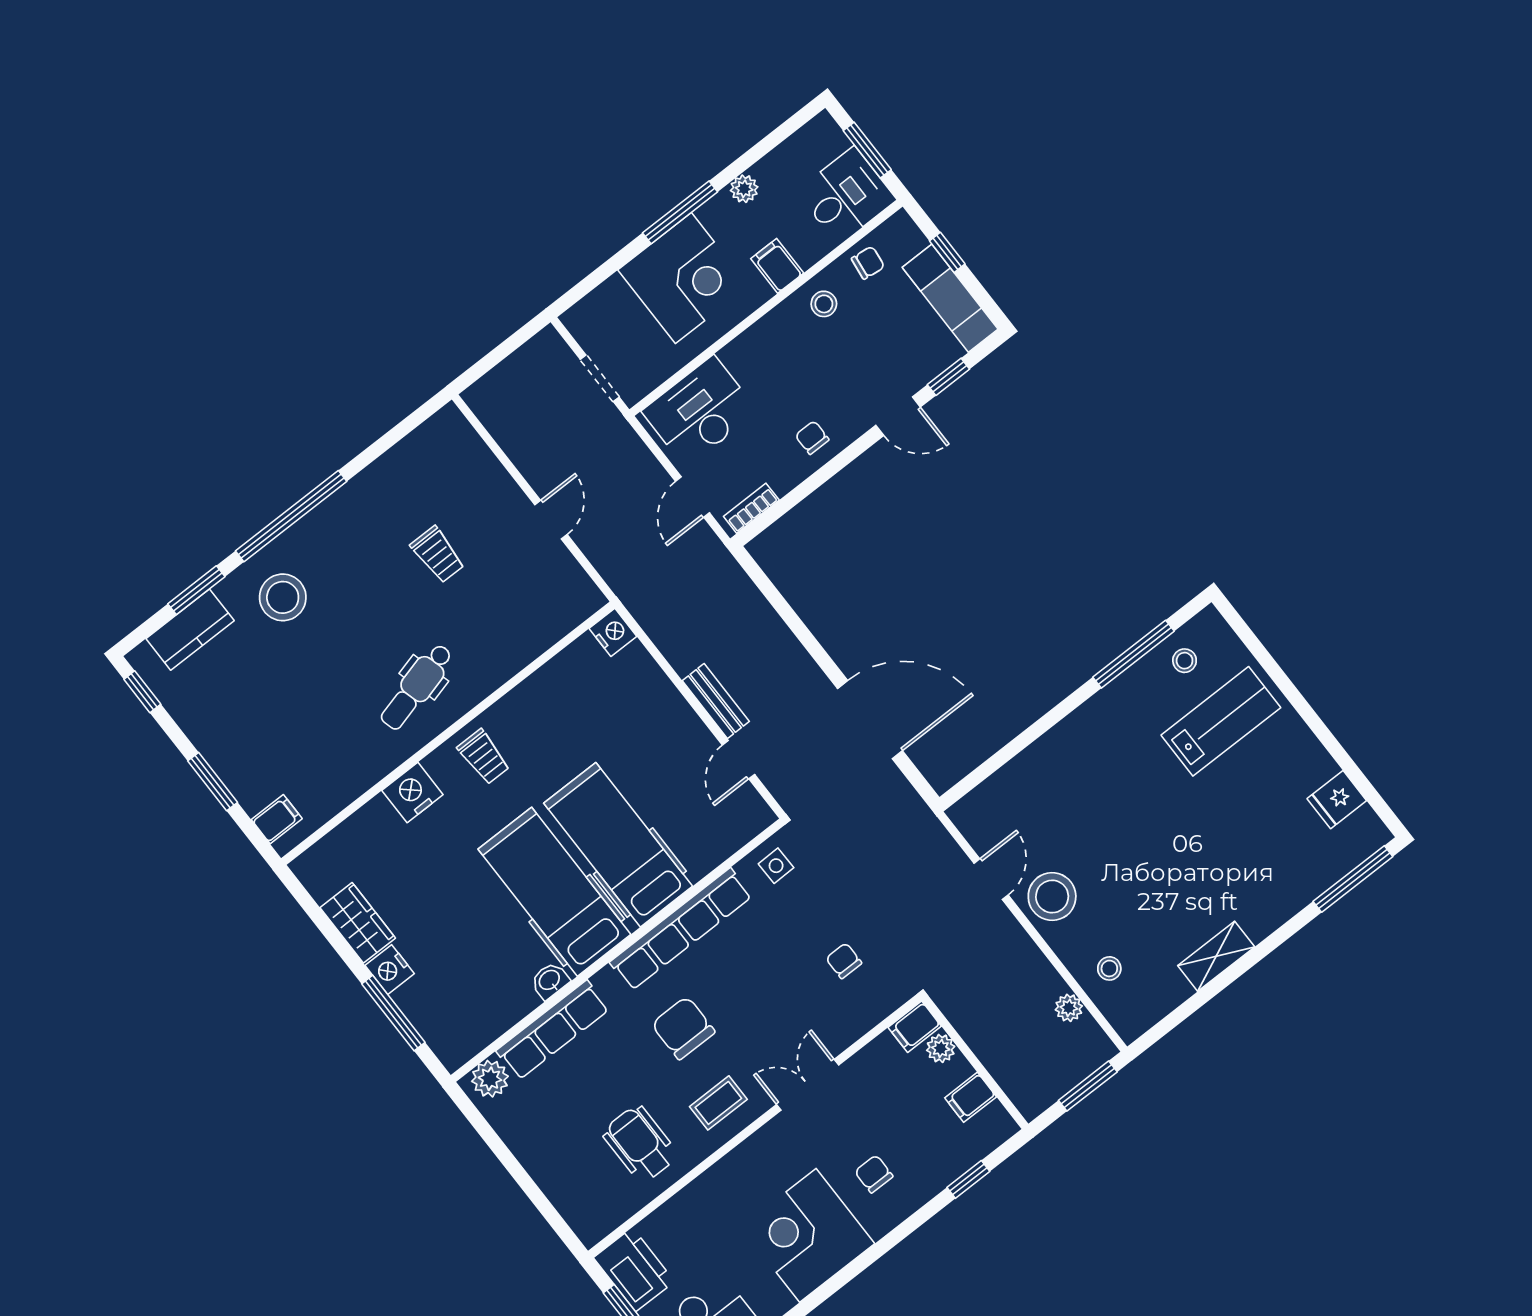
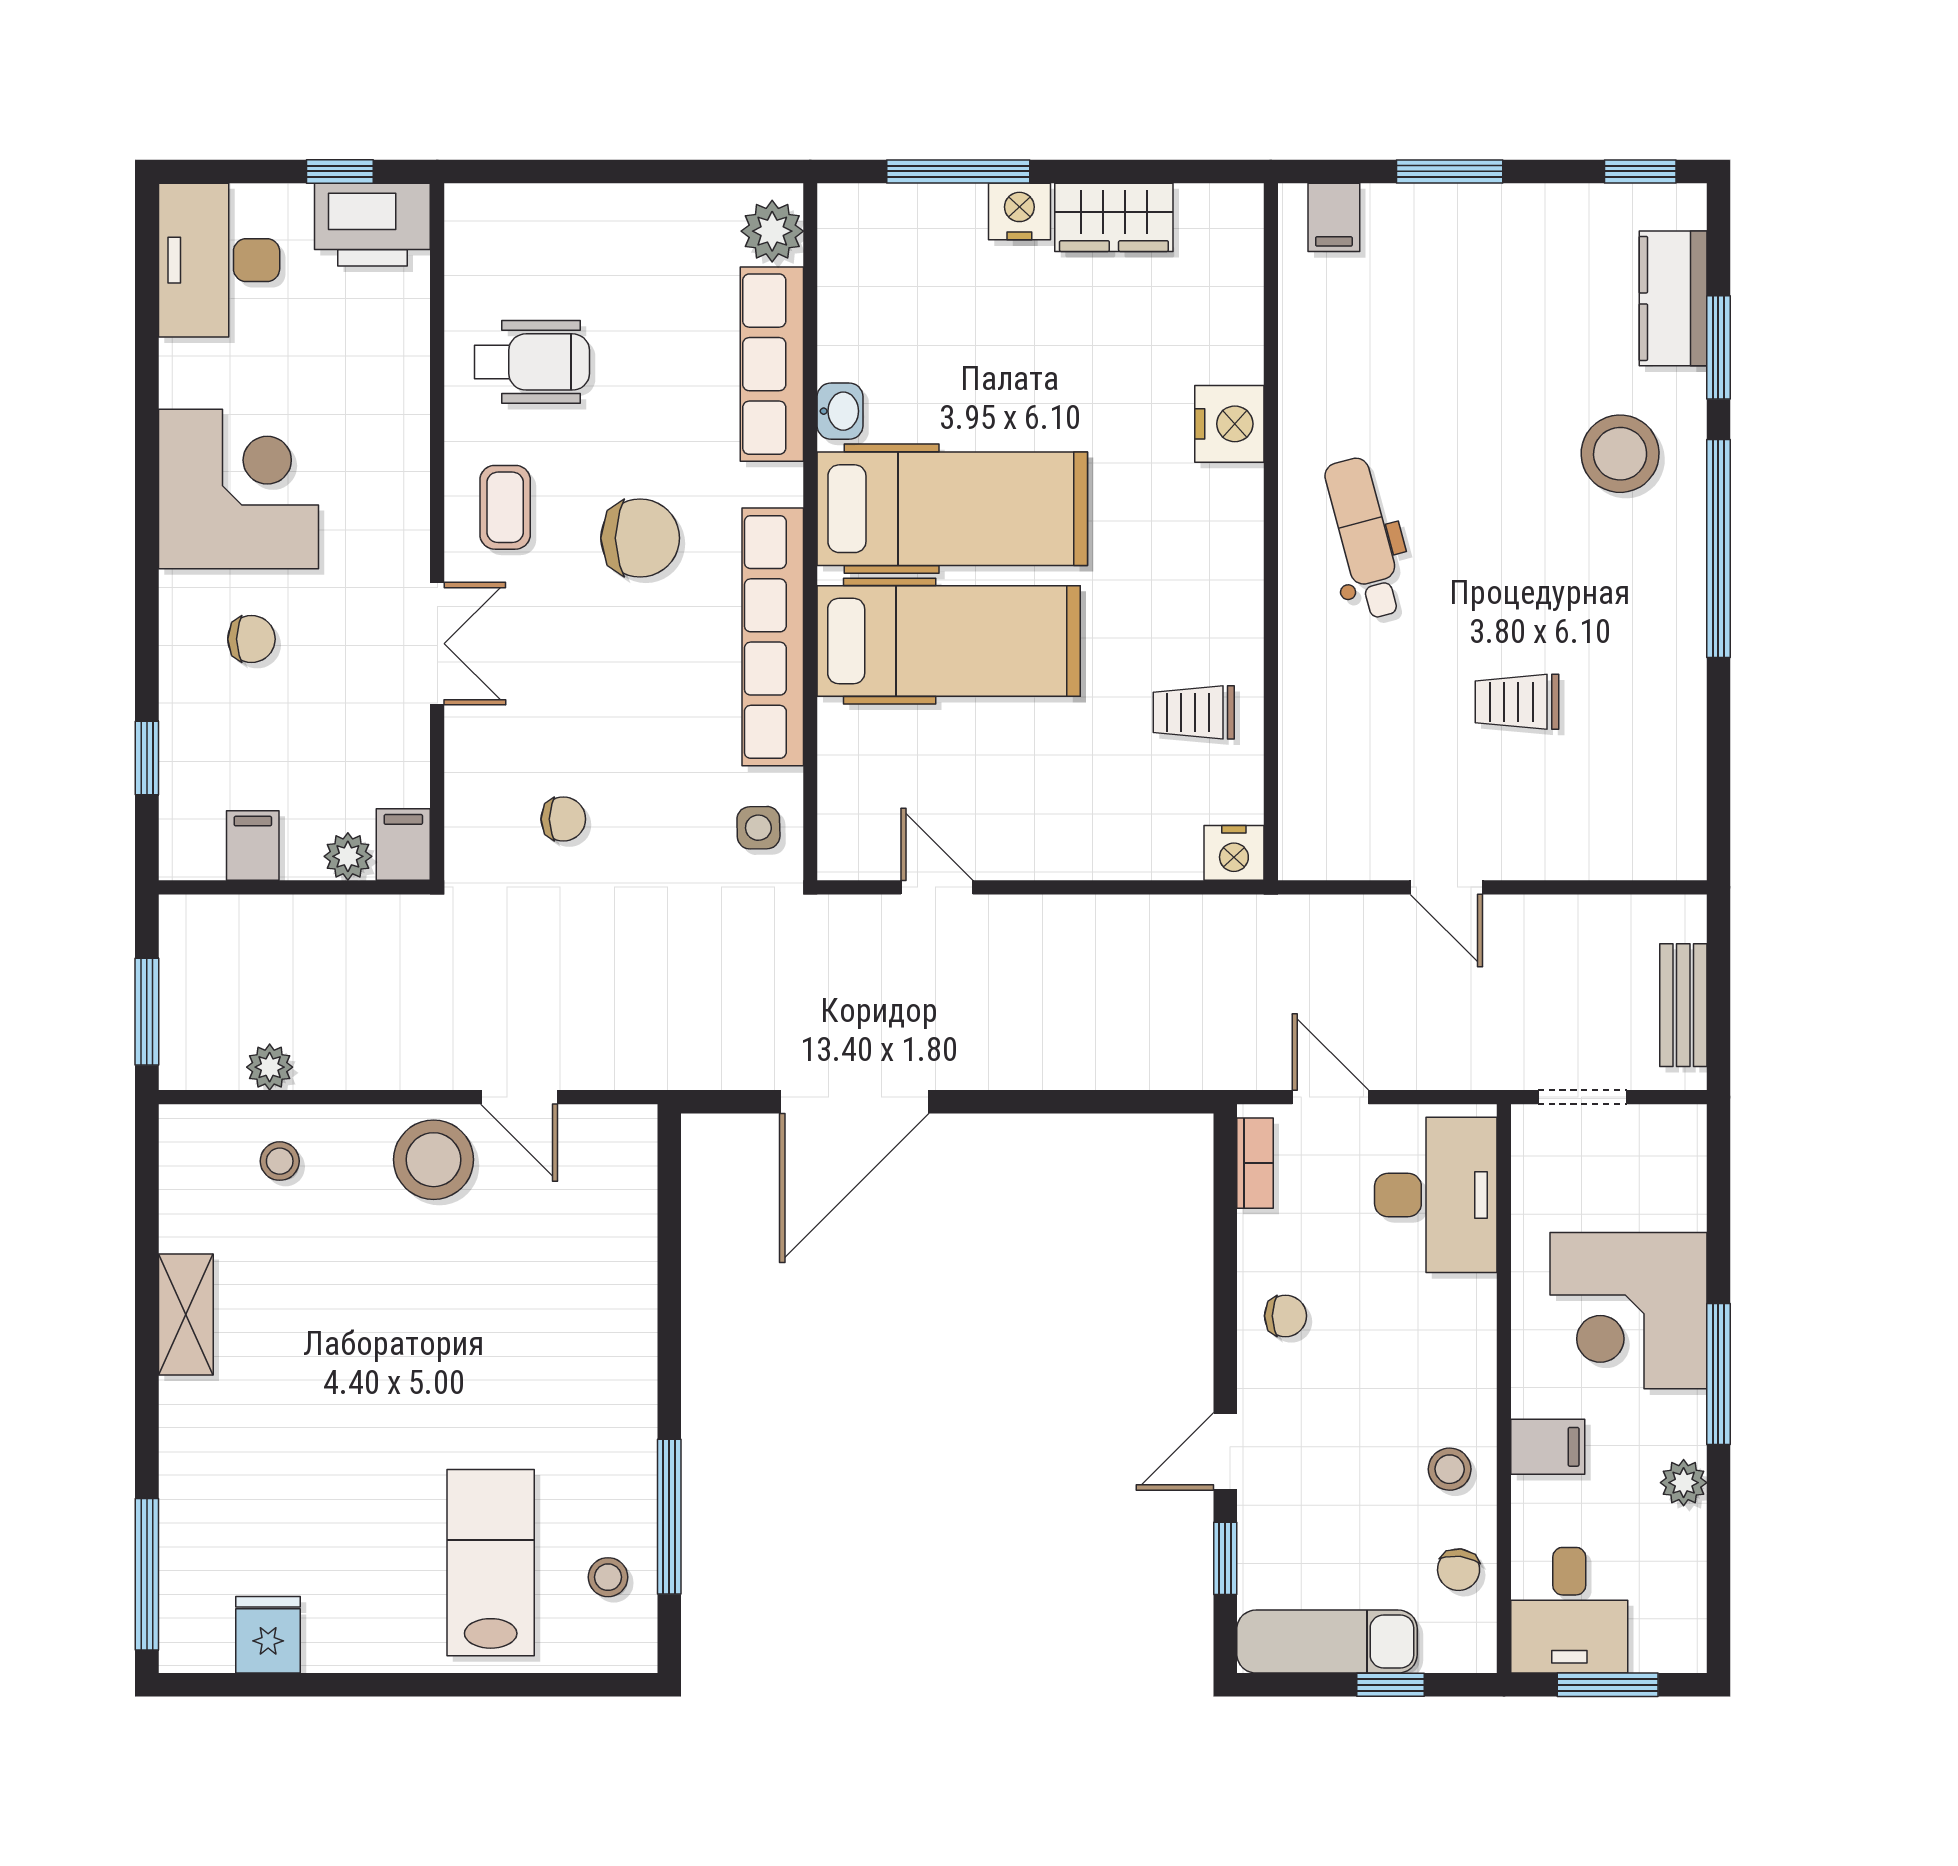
bench: (716, 701) -> (1683, 1005), moved, turned 90
lab bench: (1221, 721) -> (491, 1563), turned 180
trolley: (484, 757) -> (1194, 712), moved

